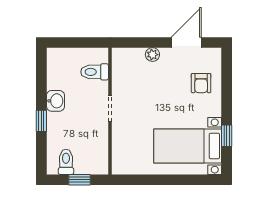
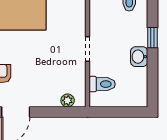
plant: (152, 55) -> (68, 100), moved

